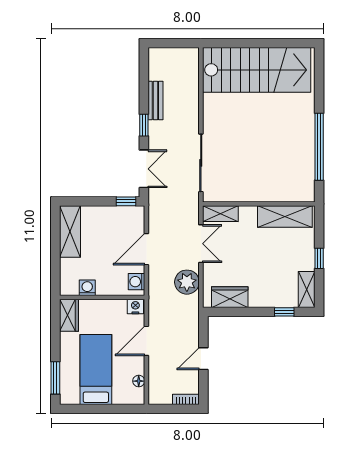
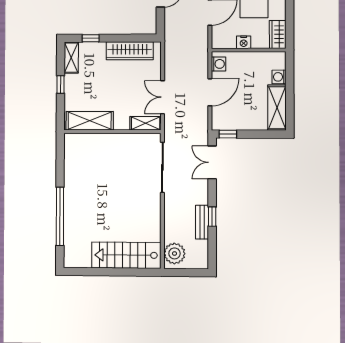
stairs: (257, 70) -> (126, 255), width x0.73, depth x0.66
window: (144, 125) -> (212, 217), moved
window: (319, 147) -> (60, 216), moved
plant: (187, 282) -> (174, 253), moved
washing machine: (87, 288) -> (279, 77), moved, turned 90
wardrobe: (230, 297) -> (130, 51), width x1.50
nightstand: (135, 306) -> (244, 42), moved

